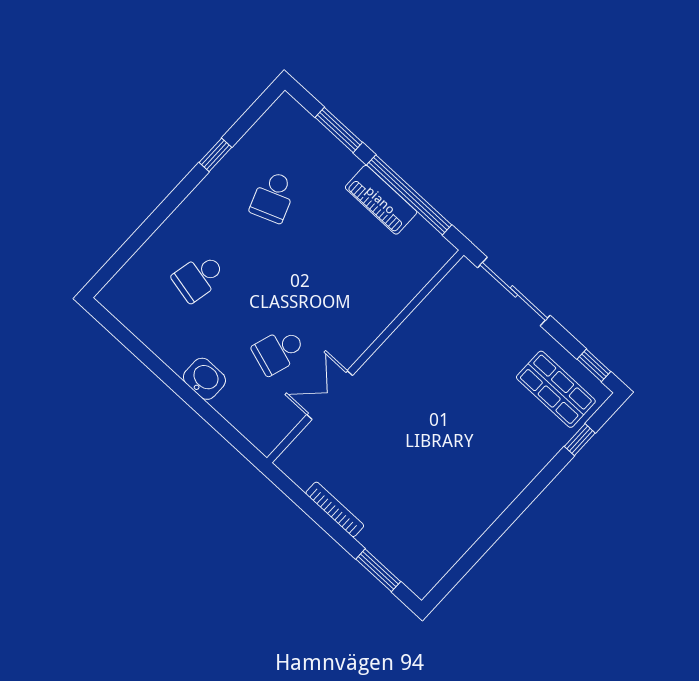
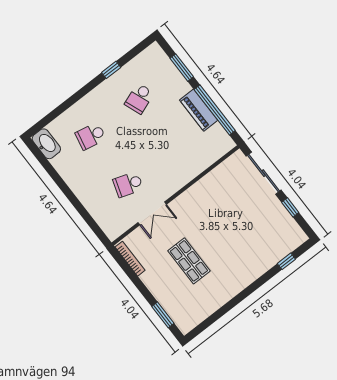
window: (594, 365) -> (290, 207), moved
washbasin: (204, 379) -> (46, 144), moved, width x1.38
shop shelf: (556, 389) -> (189, 261), moved
double door: (330, 395) -> (152, 213), swing flipped
bookcase: (335, 509) -> (130, 259), moved

